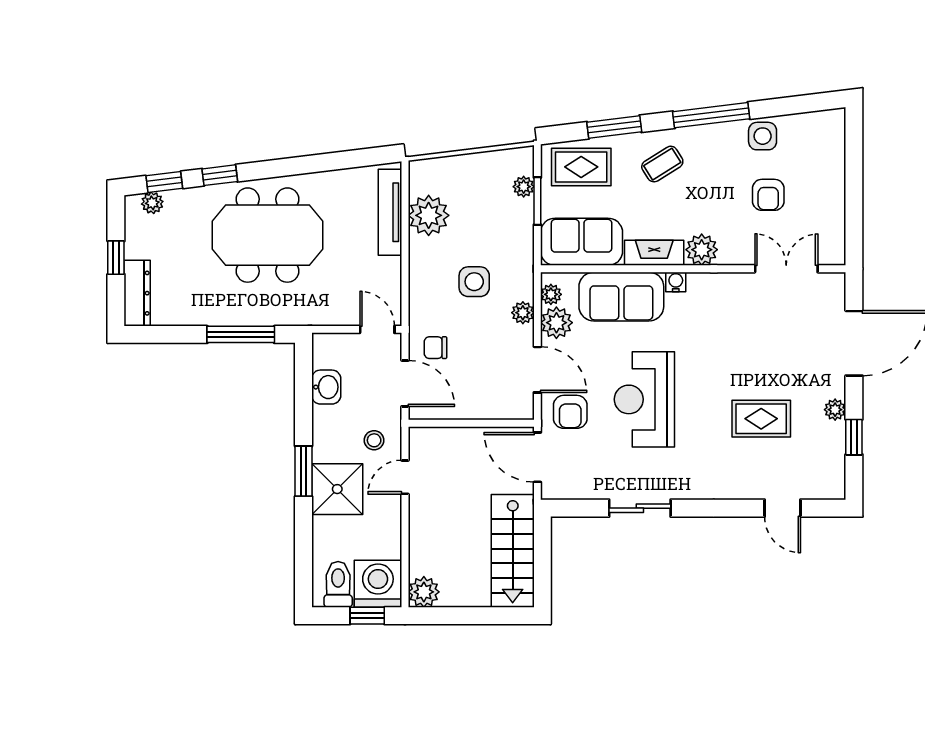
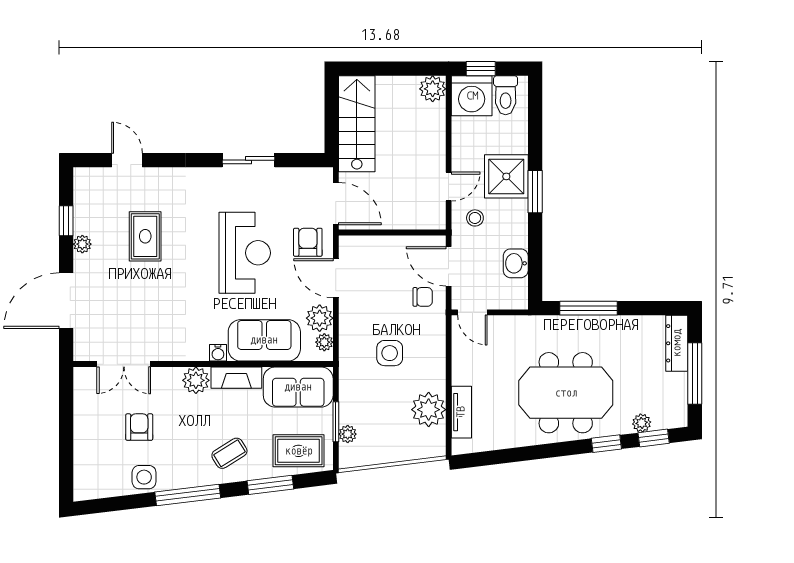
plant: (152, 203) -> (642, 423), moved
tv unit: (390, 212) -> (461, 412), width x0.71
window: (116, 258) -> (695, 374), width x2.17
plant: (523, 313) -> (348, 327), removed
rug: (761, 419) -> (145, 236), turned 90

